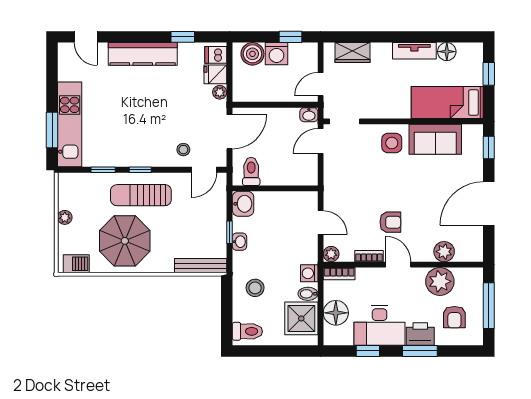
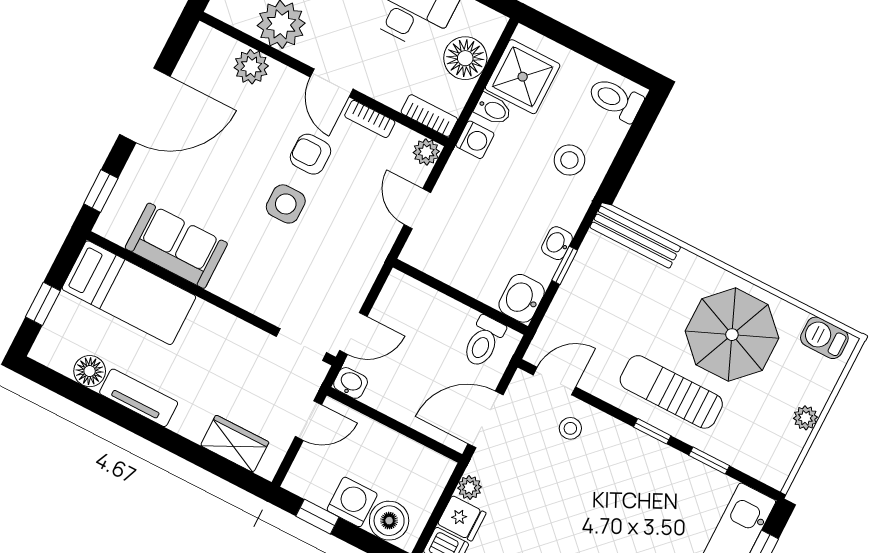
side table: (392, 143) -> (286, 204), moved
sun lounger: (141, 195) -> (671, 392), turned 180

